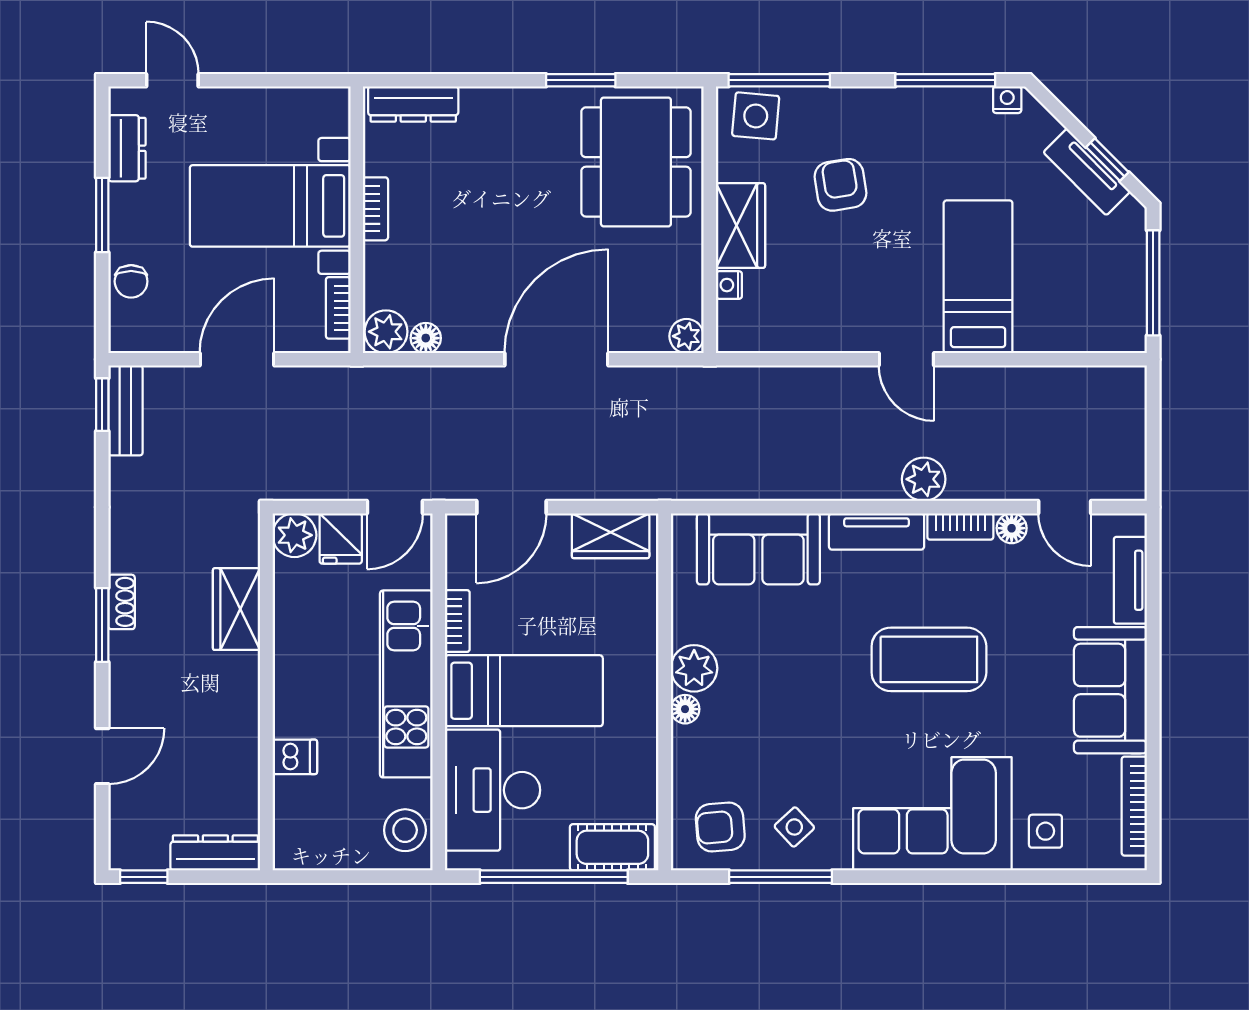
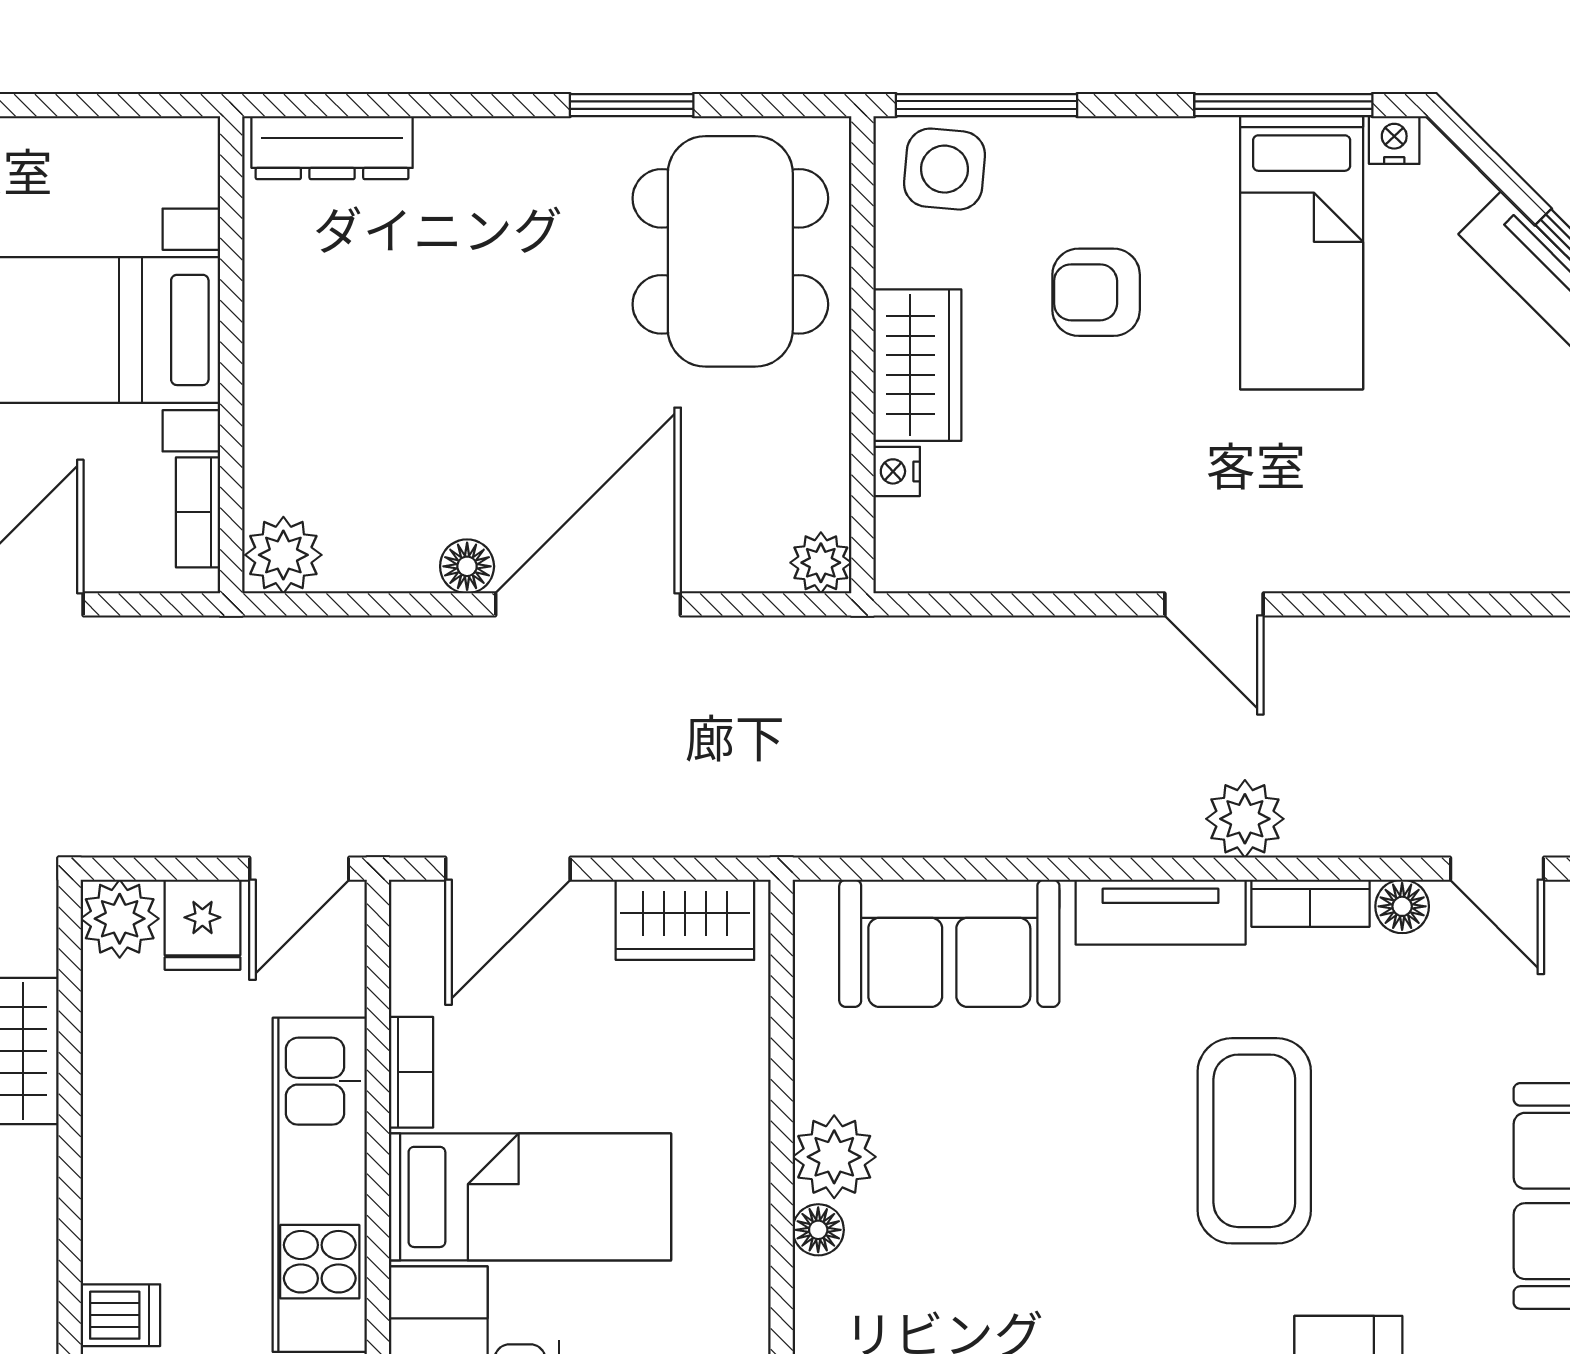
armchair: (840, 185) -> (1096, 292), turned -81
bookcase: (375, 209) -> (265, 335), removed
bed: (978, 277) -> (1302, 253), moved, turned 180
floor lamp: (426, 338) -> (467, 566), moved
coffee table: (929, 659) -> (1254, 1141), turned 90

